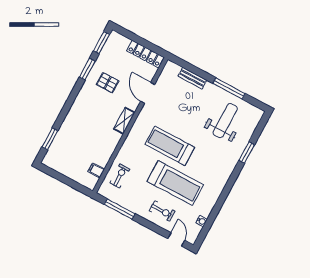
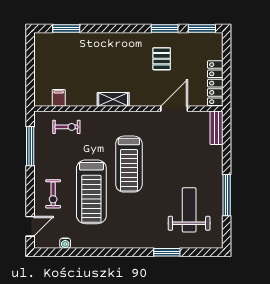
bench: (192, 78) -> (216, 128), moved
shelving: (124, 121) -> (113, 99), moved
weight bench: (225, 121) -> (189, 210), turned -90
treadmill: (170, 146) -> (129, 164), turned 180

